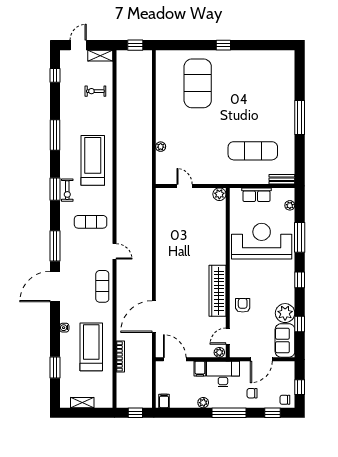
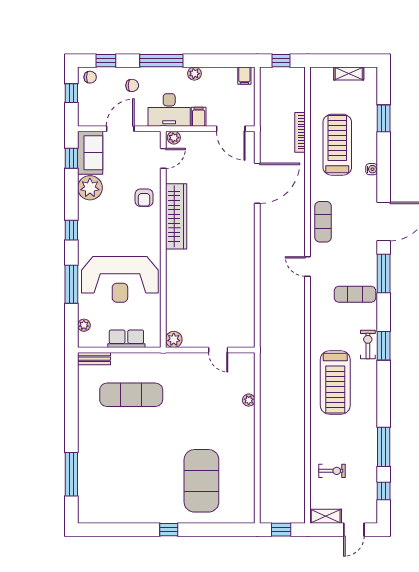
window: (300, 117) -> (71, 474), moved
window: (55, 135) -> (384, 447), moved
exercise mat: (91, 222) -> (355, 294), moved
window: (300, 324) -> (71, 158), moved
treadmill: (91, 347) -> (337, 145), turned 180

